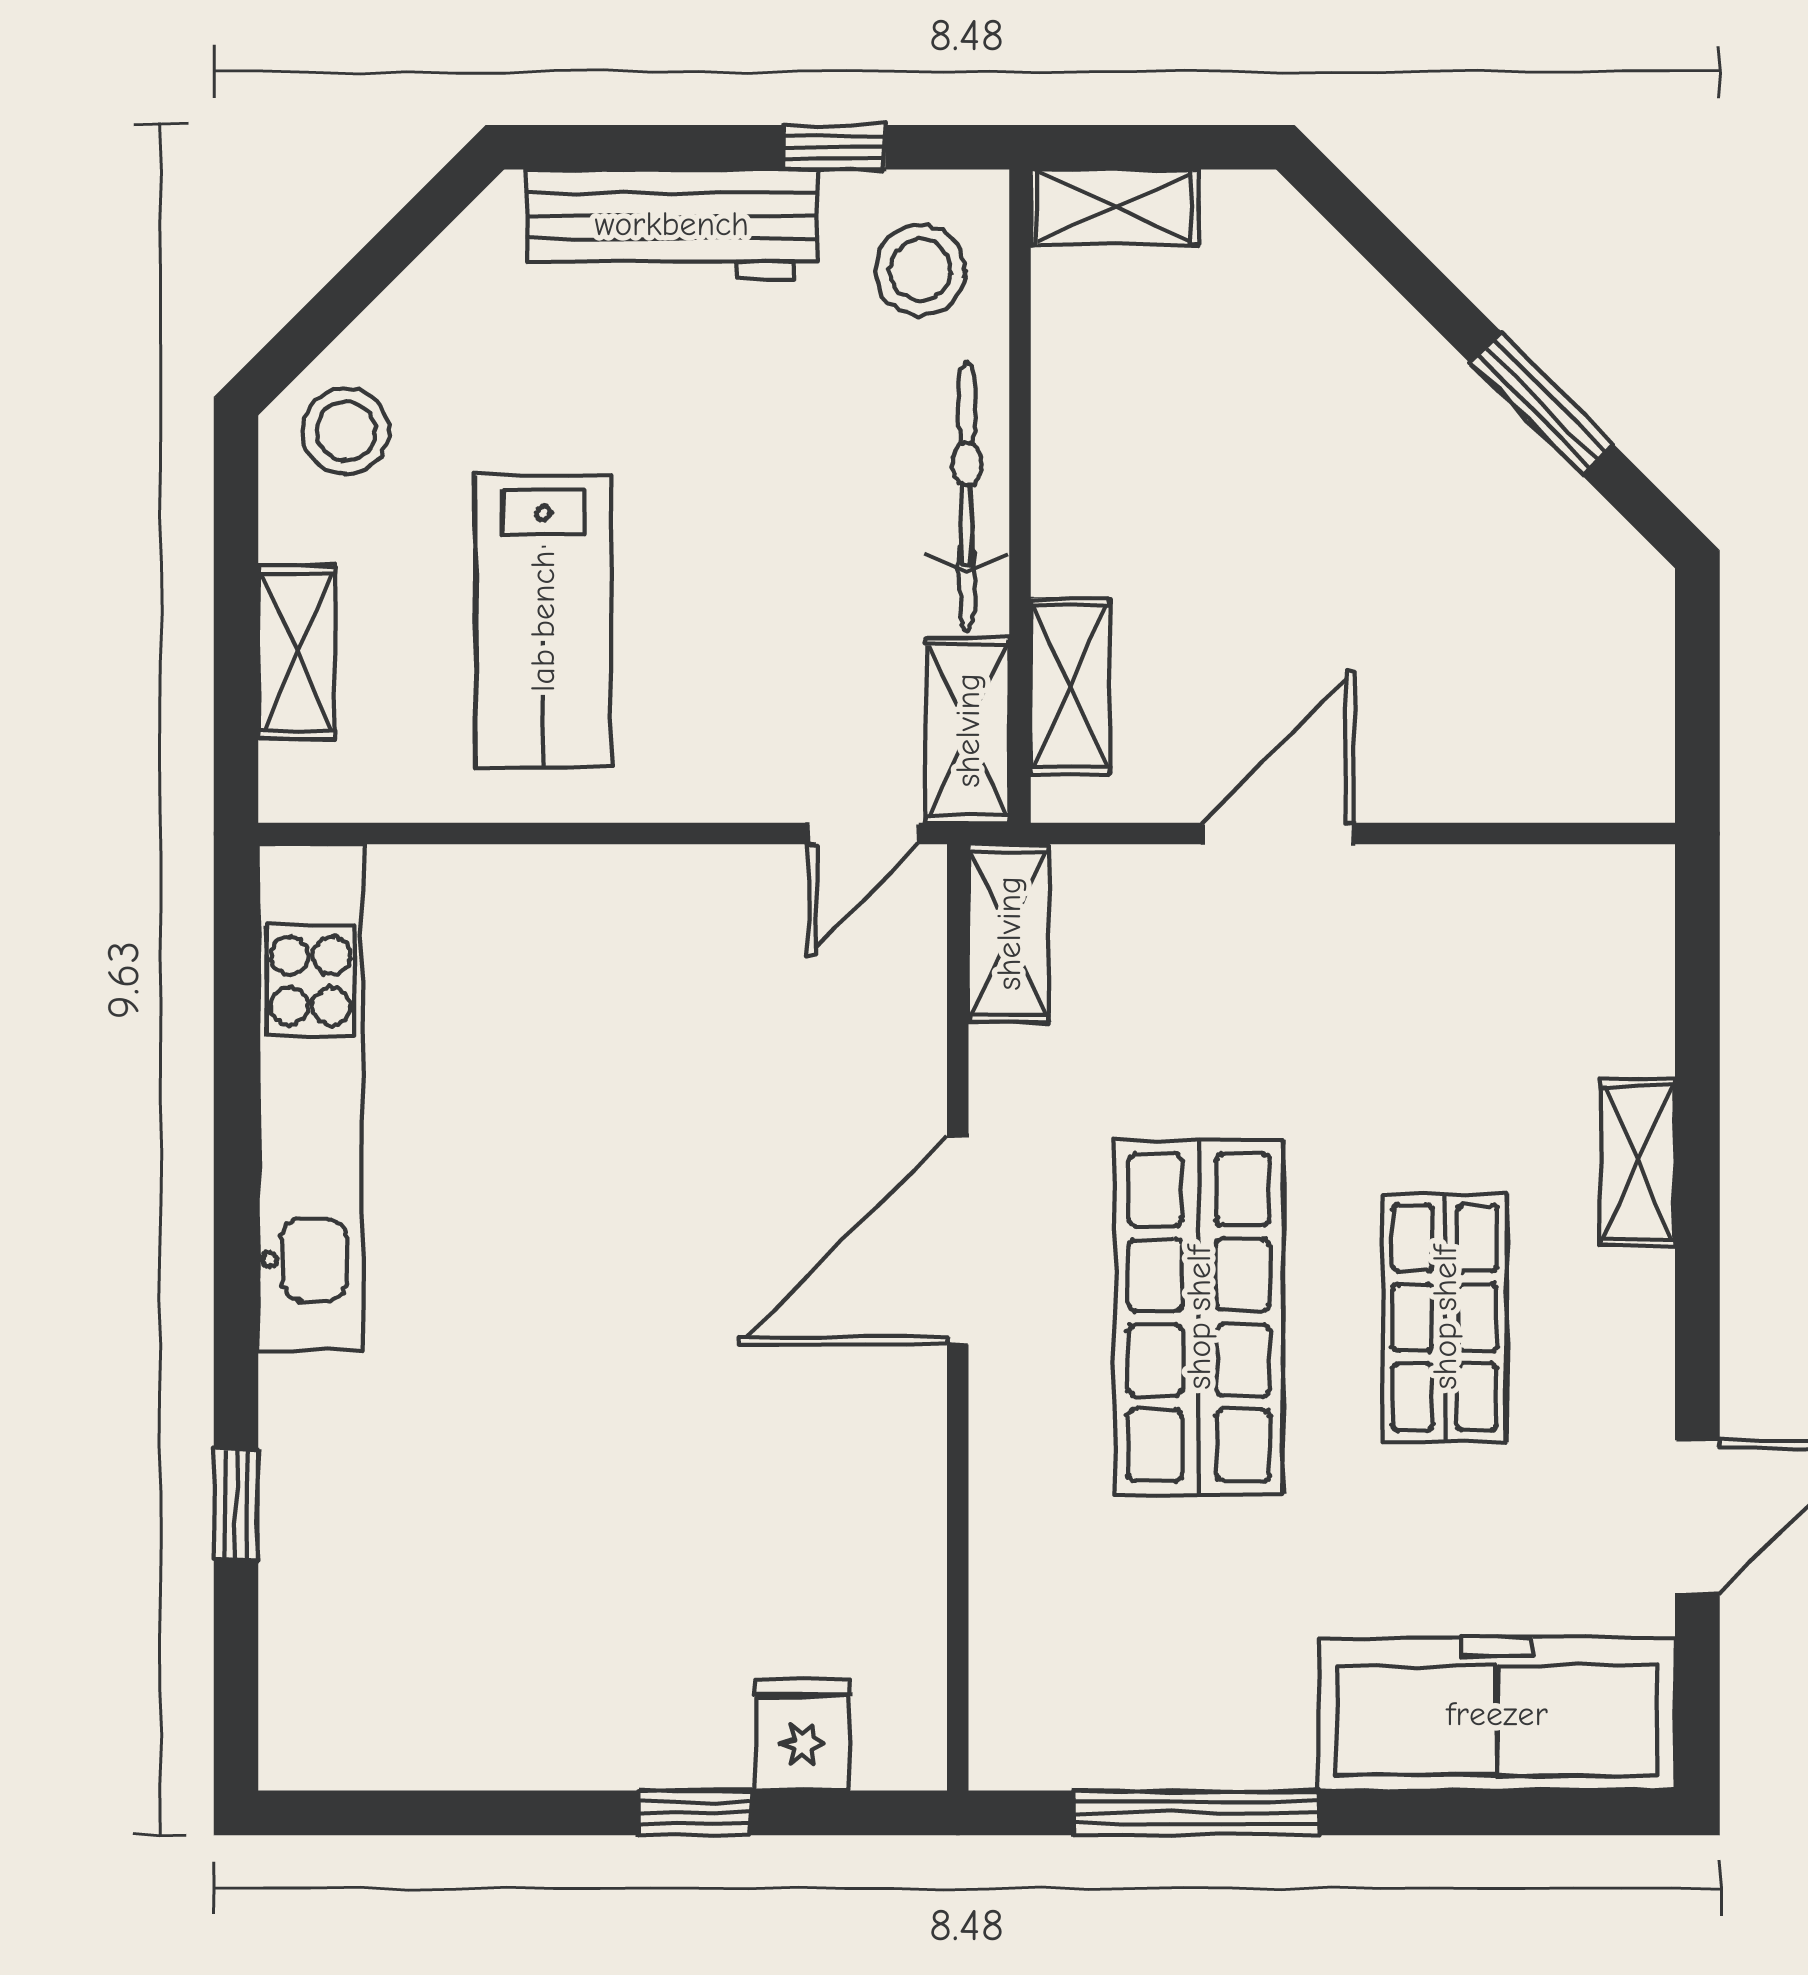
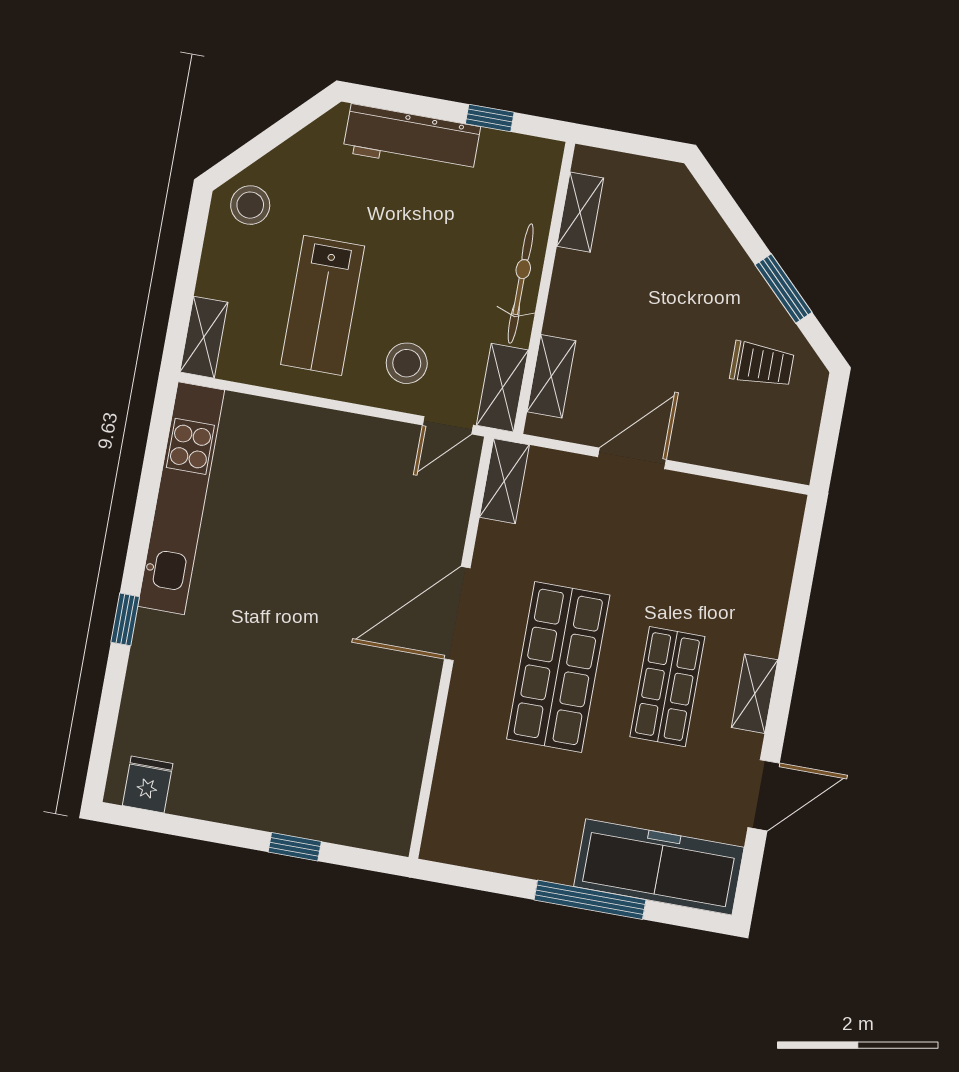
shelving: (1114, 207) -> (580, 212), moved, turned 90
stool: (920, 270) -> (407, 363), moved
trolley: (1524, 578) -> (762, 364), added
shelving: (297, 652) -> (204, 337), moved
shelving: (1638, 1162) -> (755, 694), moved
window: (236, 1505) -> (125, 619), moved
fridge: (802, 1735) -> (148, 785), moved
window: (1196, 1813) -> (590, 900), moved

